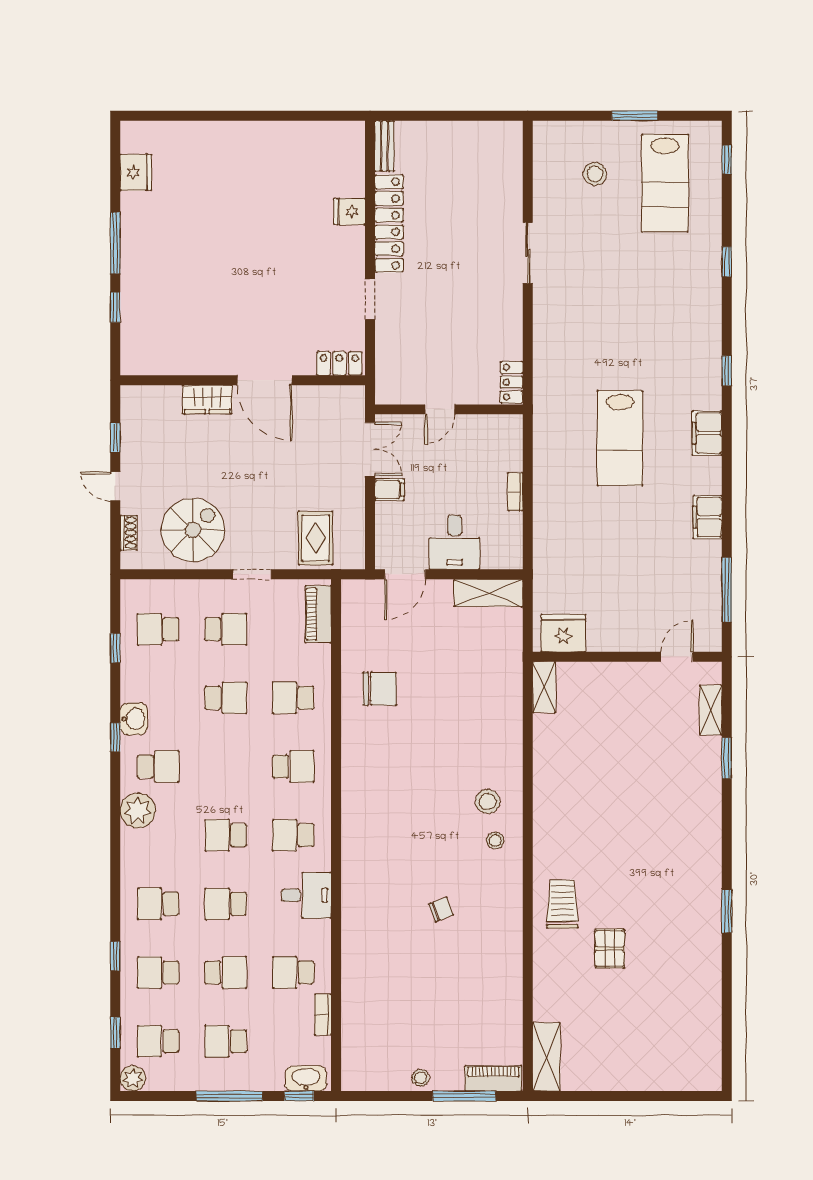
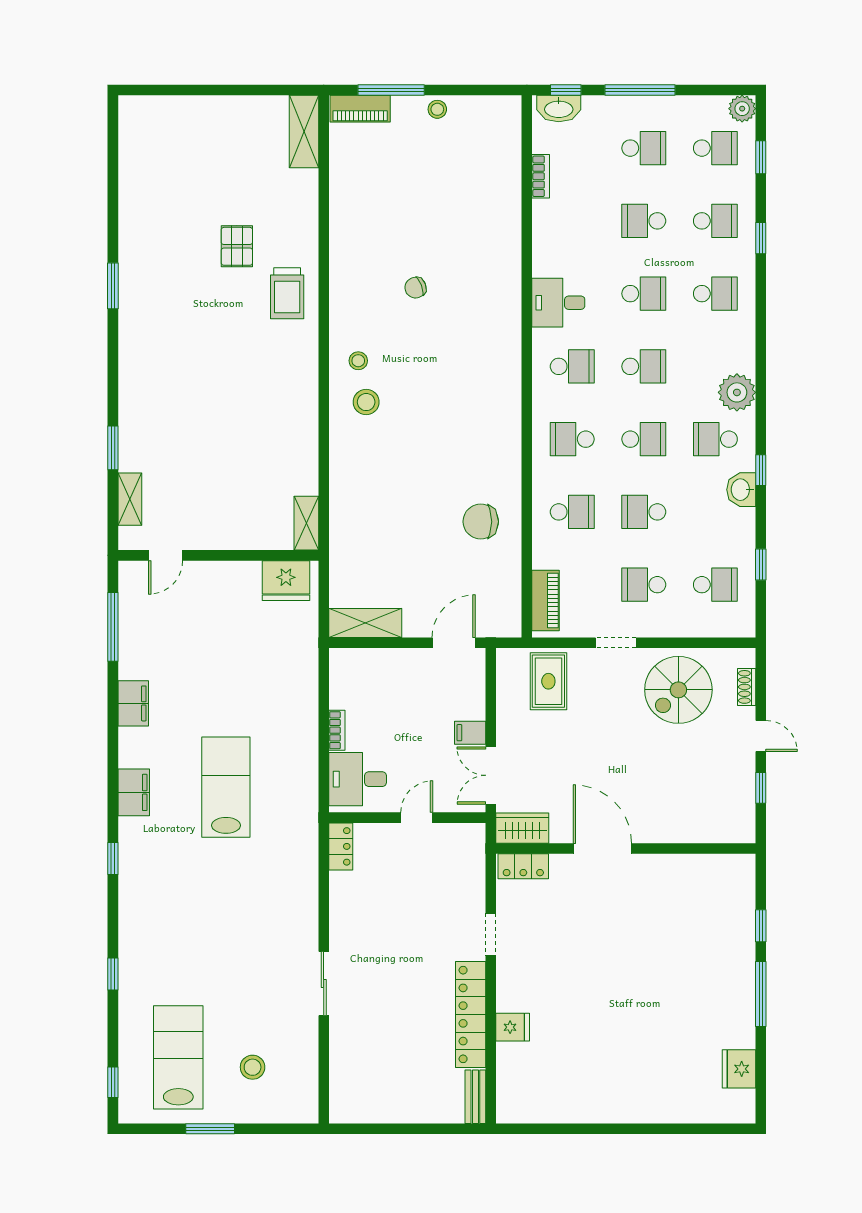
wardrobe: (207, 400) -> (522, 828), moved
desk: (455, 542) -> (358, 779), moved, turned -90
school desk: (293, 972) -> (644, 439), moved

